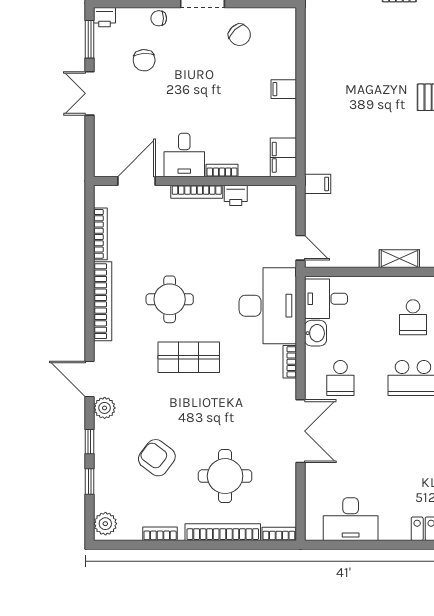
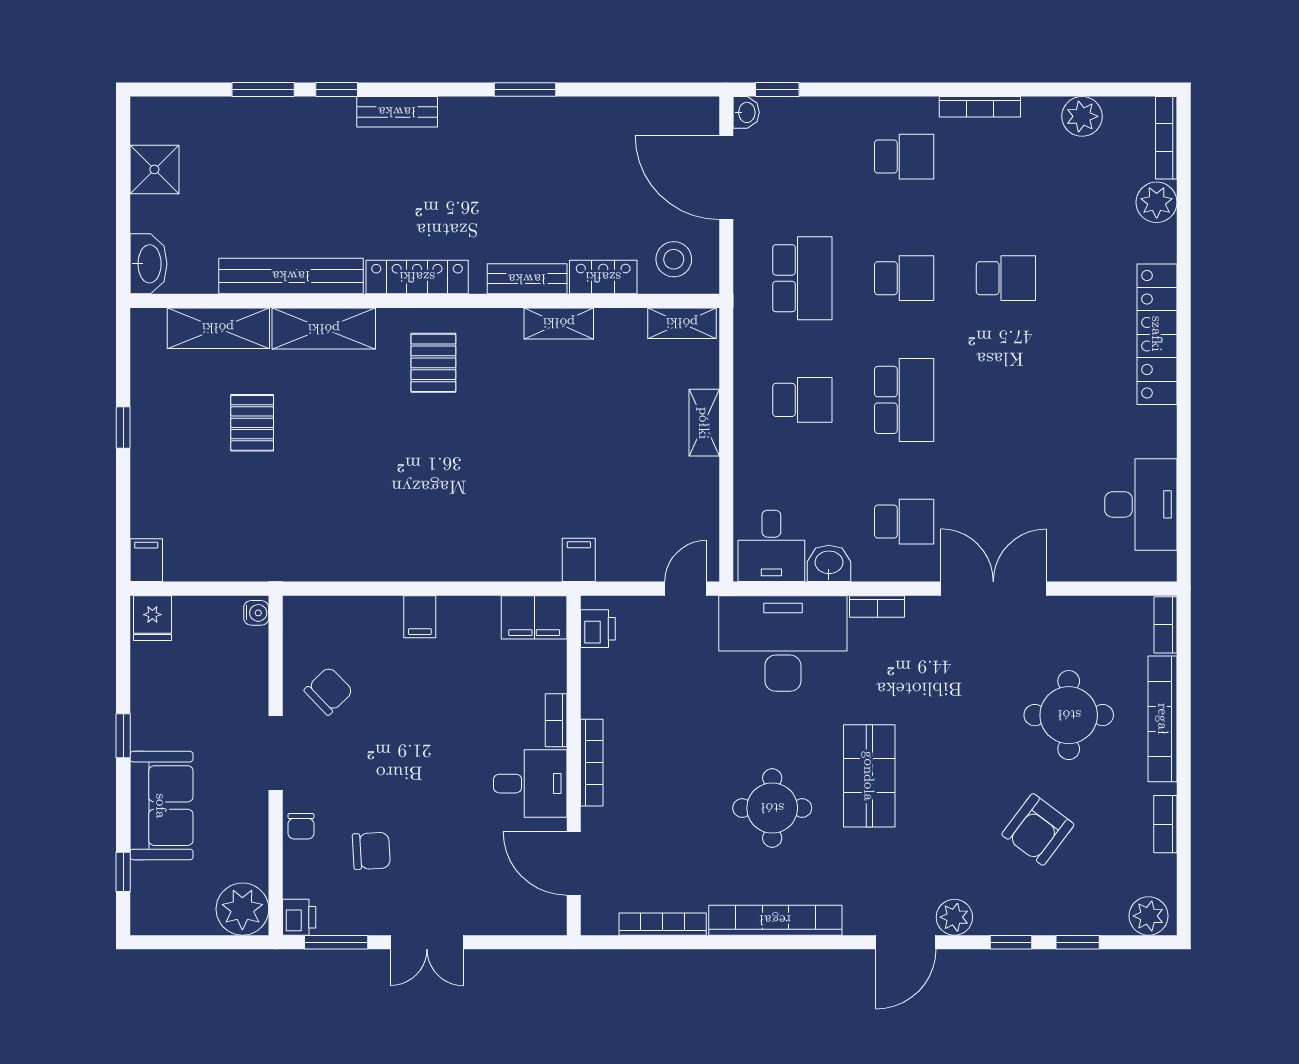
printer: (236, 195) -> (598, 629), moved

